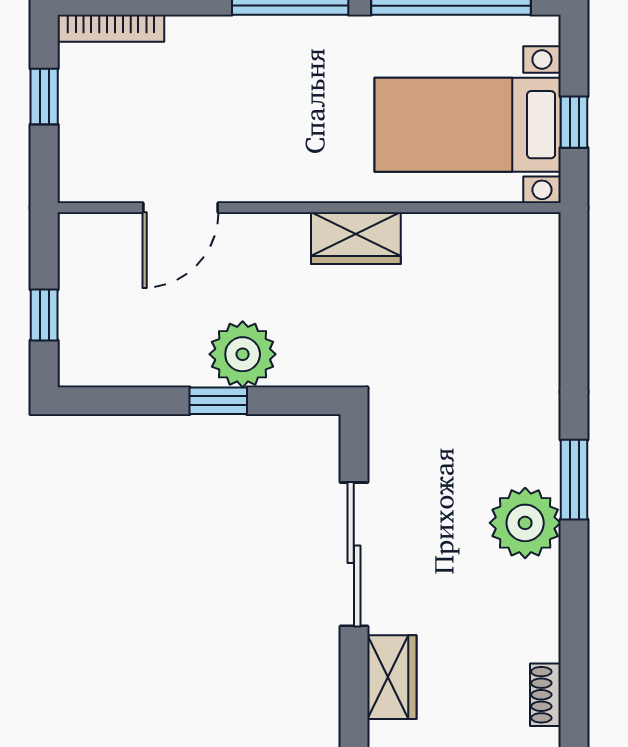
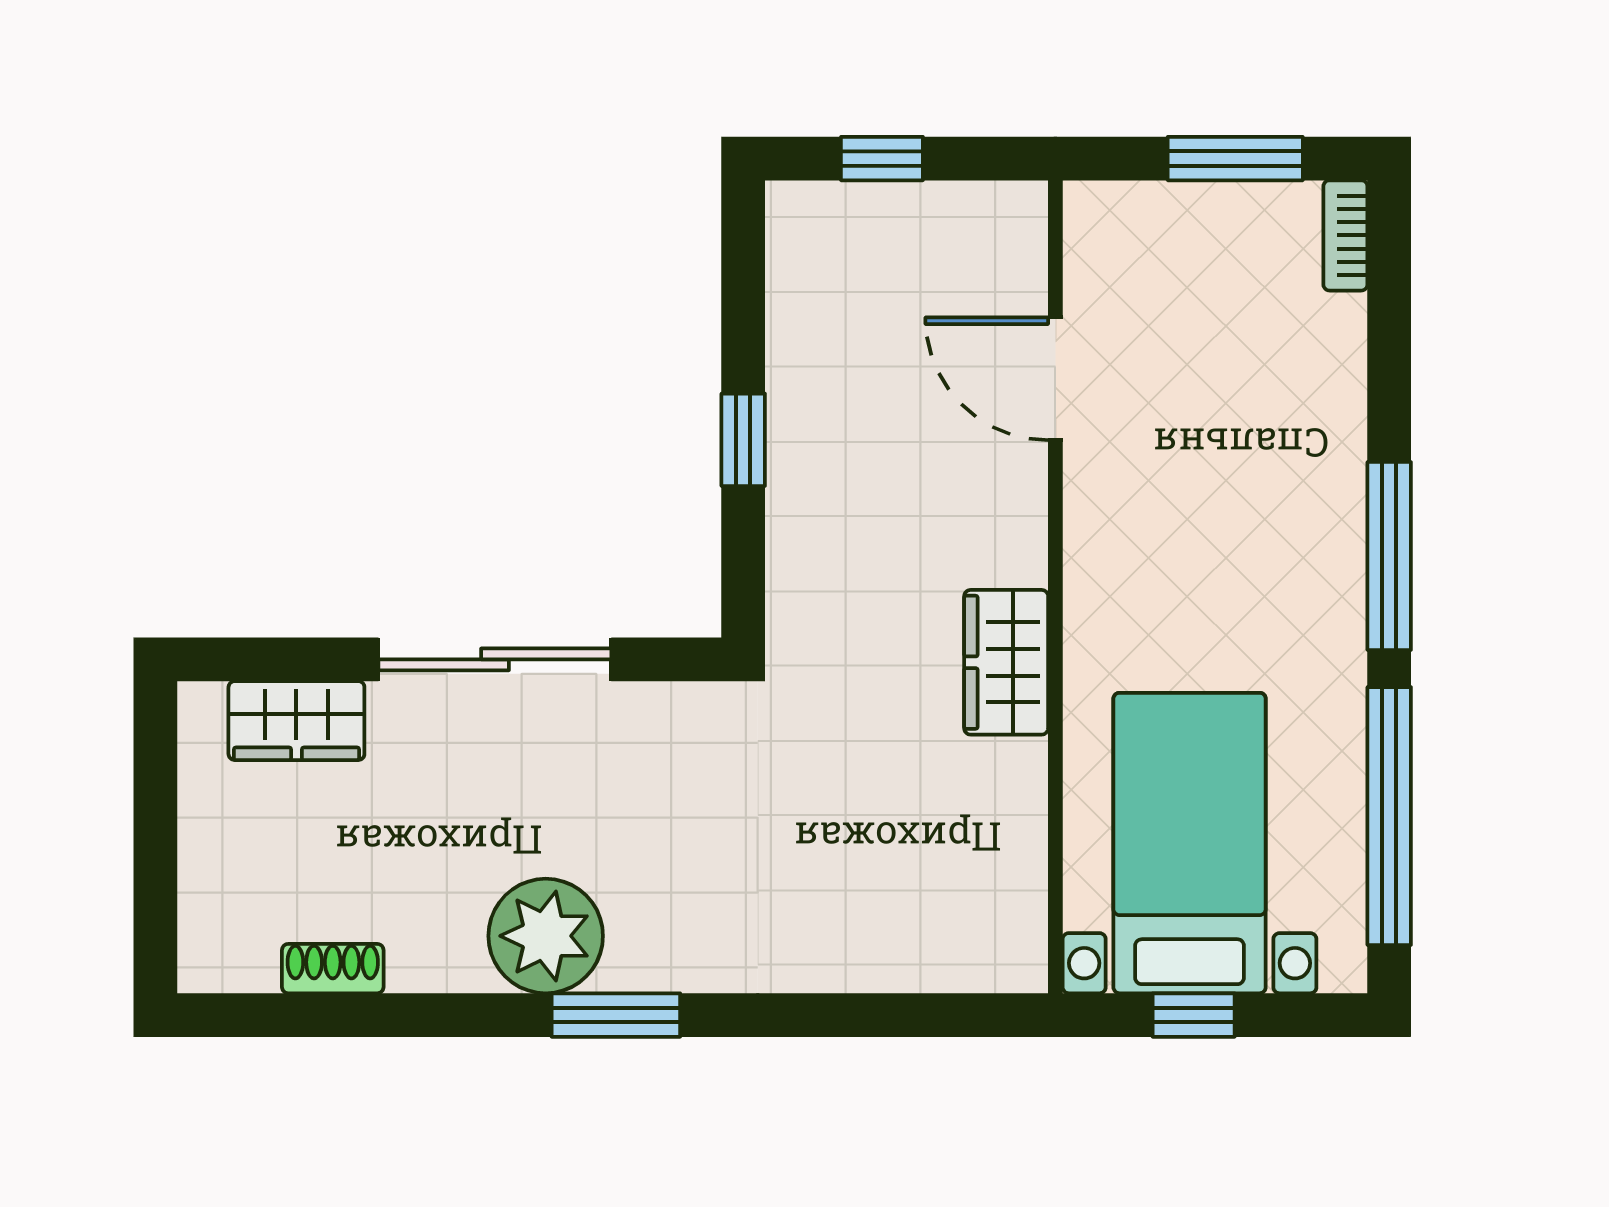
bookcase: (111, 28) -> (1345, 235), width x0.64
window: (44, 96) -> (1235, 159), width x1.50
plant: (243, 354) -> (818, 479), removed
shoe rack: (545, 695) -> (333, 969), moved

